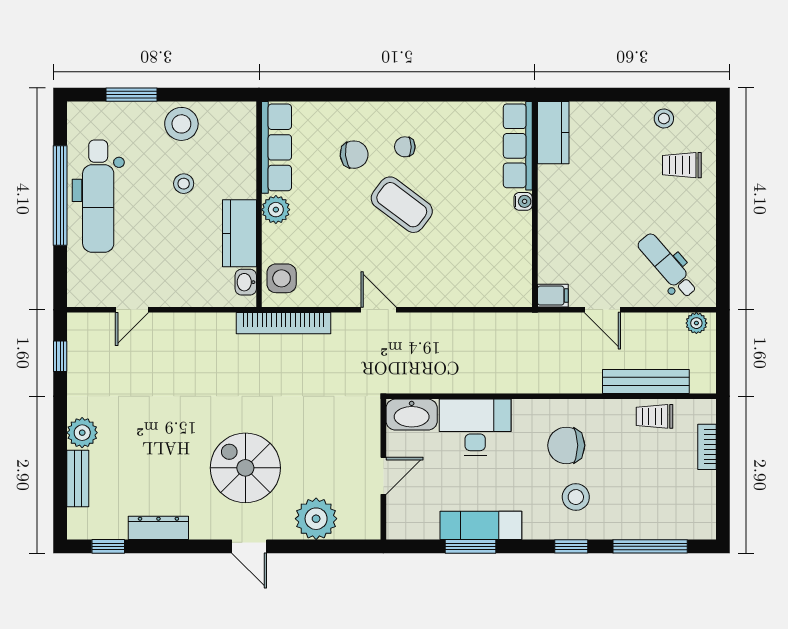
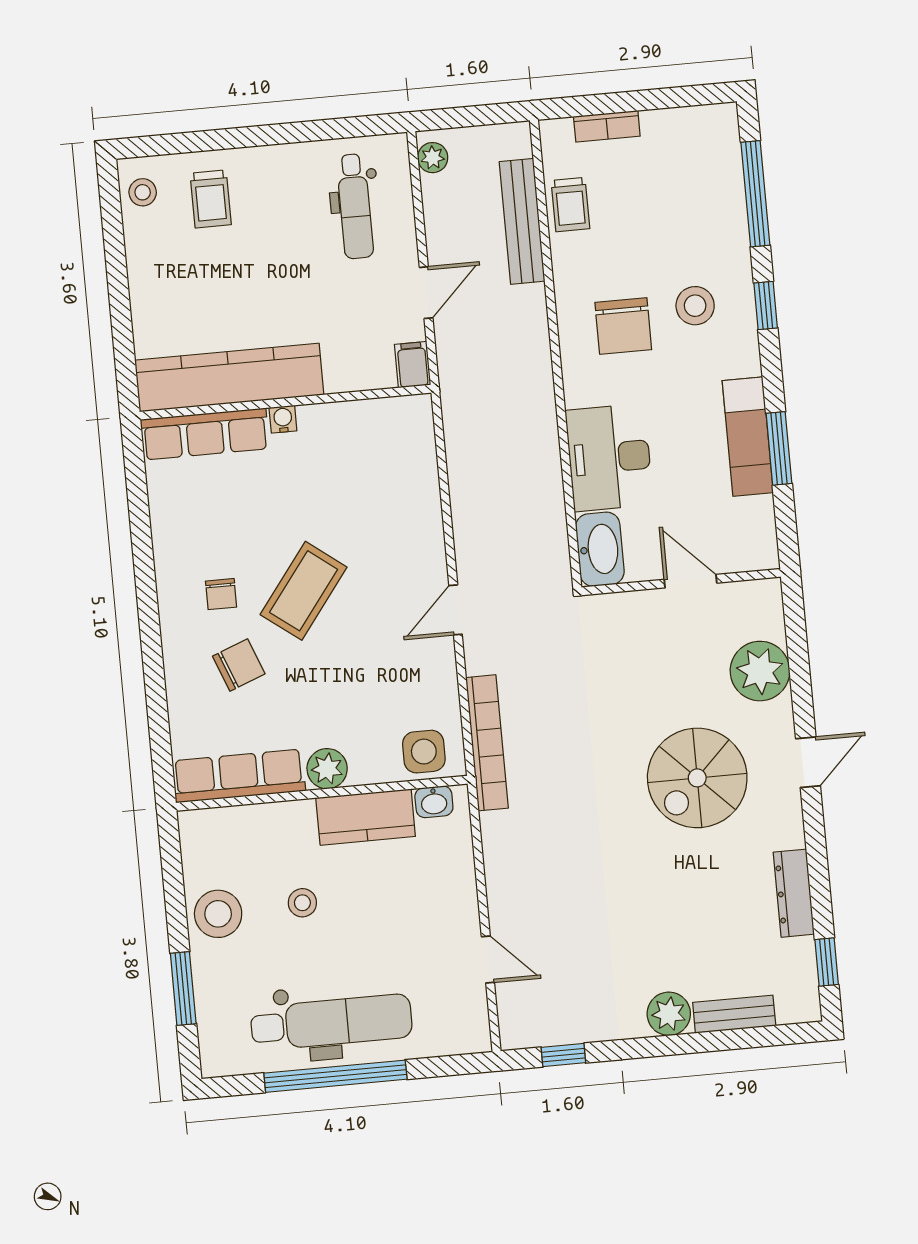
stool: (664, 118) -> (143, 192), moved
kitchen counter: (553, 133) -> (229, 377), width x2.08, depth x1.17
chair: (354, 155) -> (239, 665), turned 75
dental chair: (667, 266) -> (355, 206), turned -49

